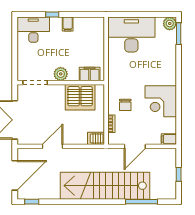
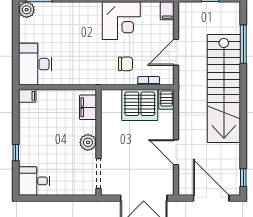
filing cabinet: (68, 24) -> (27, 96), moved
desk: (33, 30) -> (34, 181), width x0.73
desk: (131, 34) -> (35, 64), width x0.73, depth x0.77
server rack: (80, 97) -> (140, 105), moved, turned 90
door: (135, 146) -> (176, 52), swing flipped

